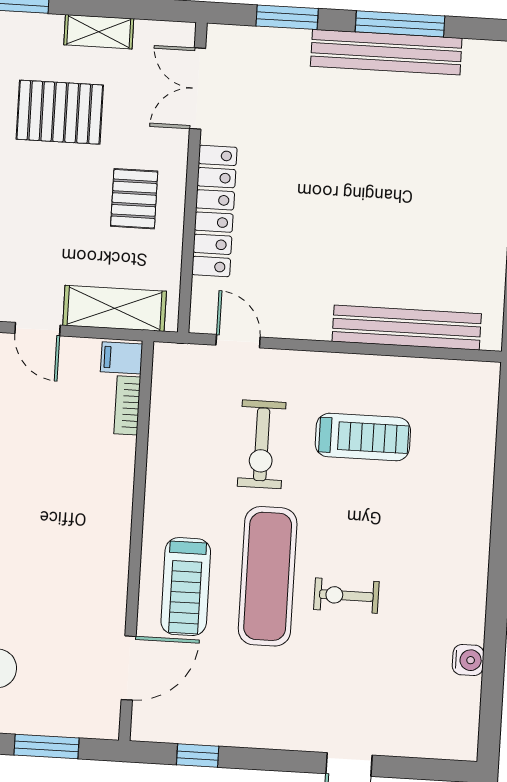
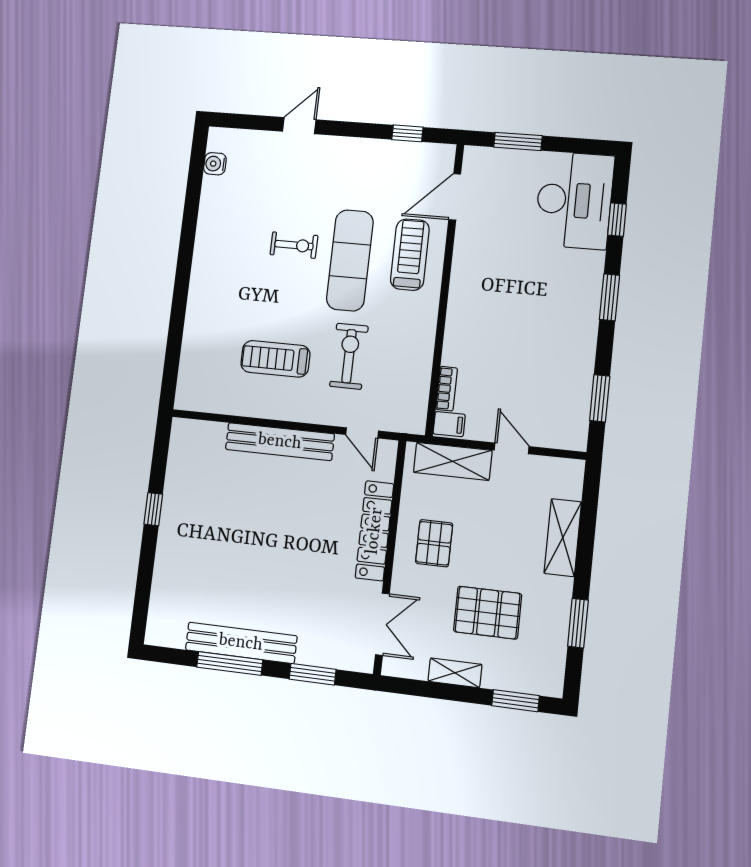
bench: (407, 328) -> (280, 442), moved
water cooler: (468, 660) -> (215, 164), moved

